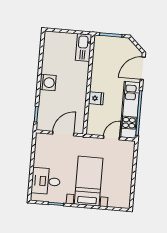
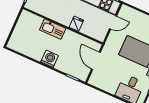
kitchen sink: (83, 47) -> (53, 29), moved
door: (111, 138) -> (113, 22), swing flipped

